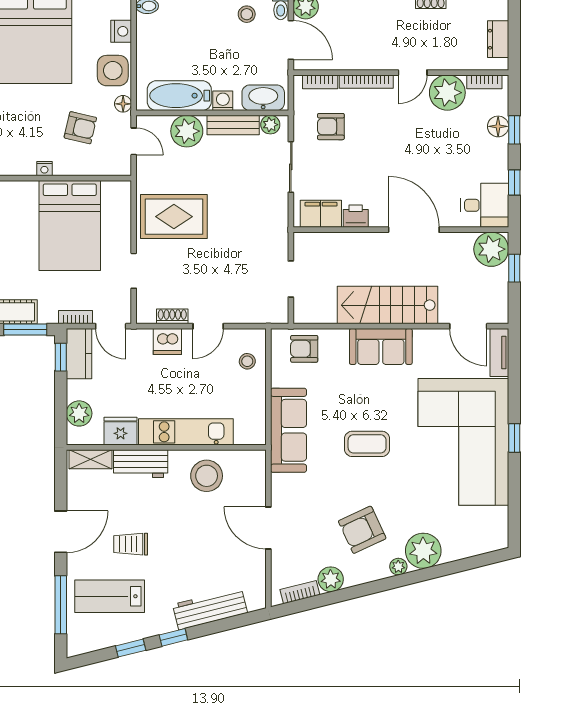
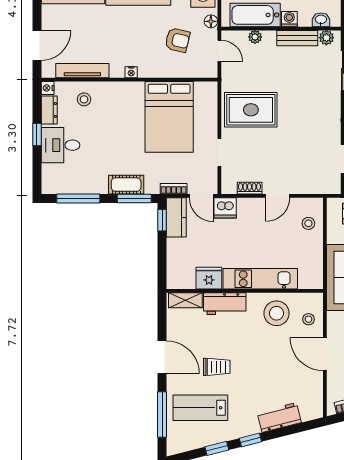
washbasin: (263, 98) -> (321, 20), width x0.52, depth x0.69
plant: (187, 131) -> (255, 37), width x0.53, depth x0.53
nightstand: (44, 169) -> (131, 72), moved
dishwasher: (167, 341) -> (225, 208), moved
plant: (79, 413) -> (176, 264), removed
stool: (247, 483) -> (309, 319), added
door: (61, 532) -> (162, 357), hinge flipped
trolley: (131, 544) -> (217, 367), turned 180
workbench: (210, 609) -> (279, 418), width x0.73

